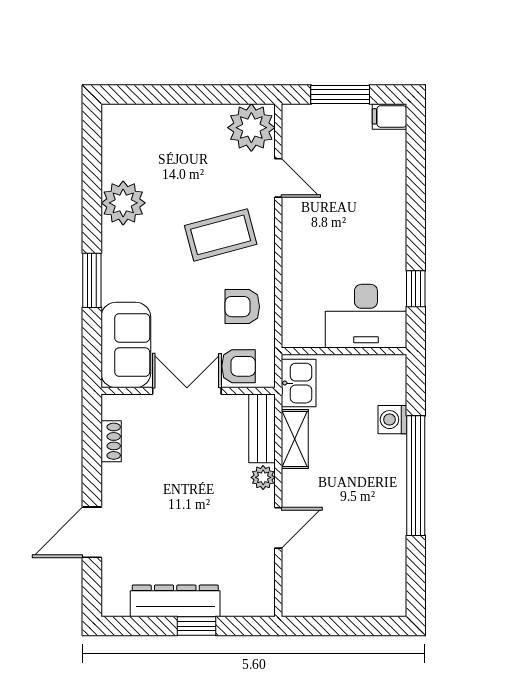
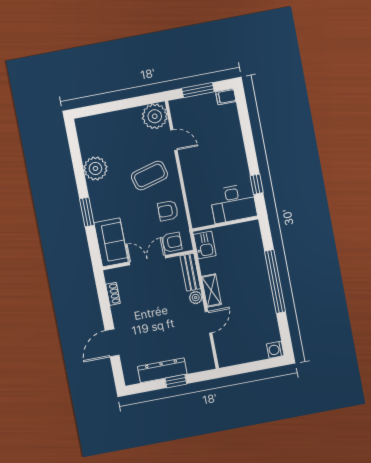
washing machine: (392, 420) -> (275, 350), moved
shelving: (295, 439) -> (211, 290), moved

